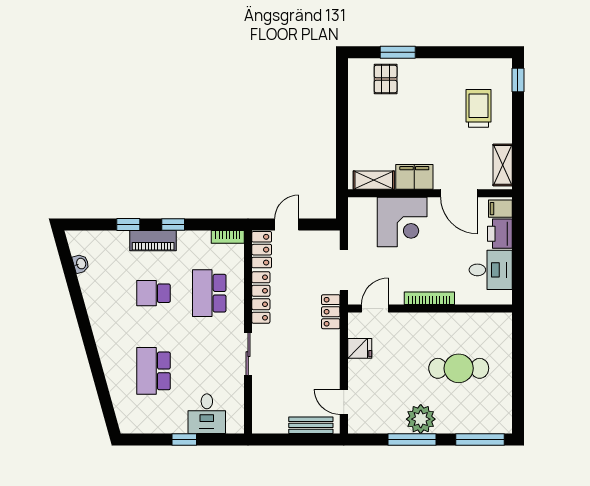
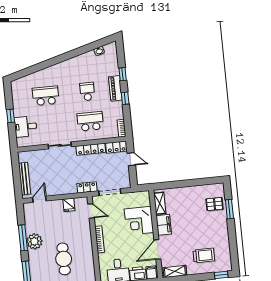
bench: (311, 425) -> (25, 179), width x1.36

